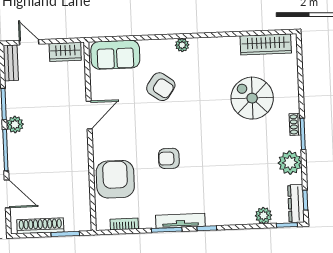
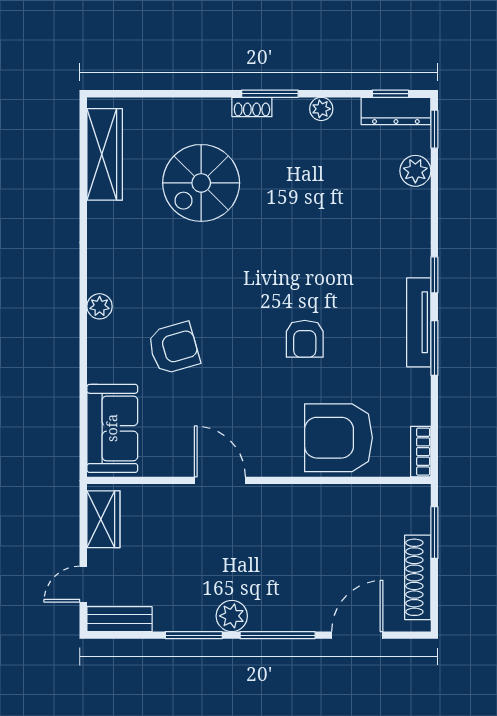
armchair: (161, 87) -> (174, 348), turned 39
plant: (290, 163) -> (321, 109), width x0.53, depth x0.53
bookcase: (124, 224) -> (421, 452), moved

